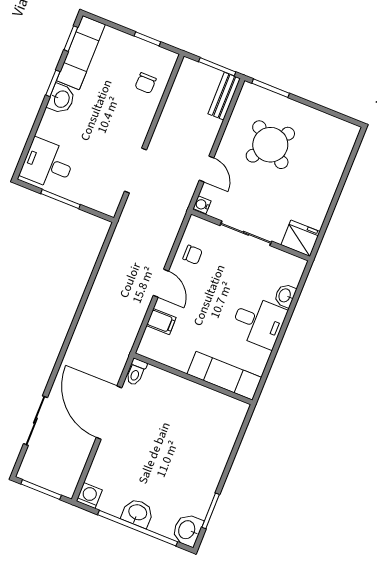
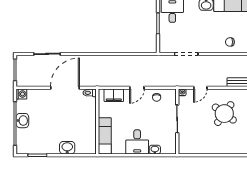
fridge: (300, 238) -> (185, 146), removed
filing cabinet: (161, 322) -> (114, 95), width x2.00
washbasin: (187, 530) -> (67, 148), moved

